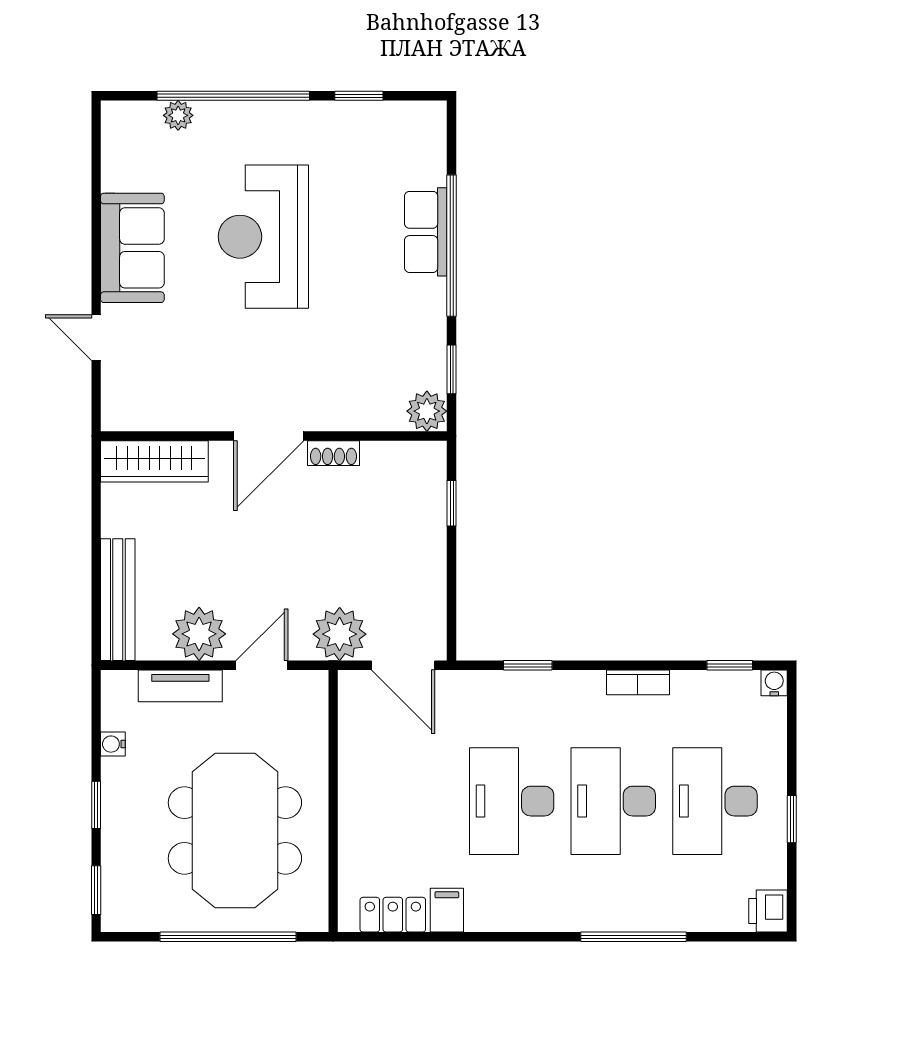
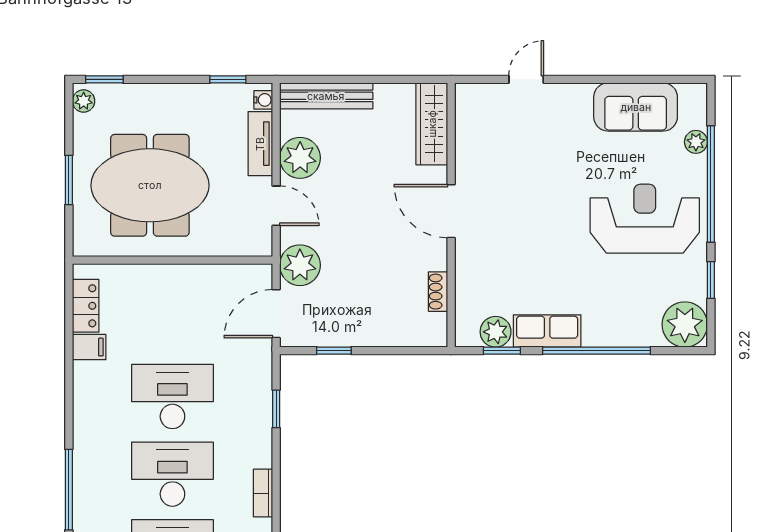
plant: (417, 130) -> (685, 325), added
row of seats: (426, 232) -> (547, 331), moved
reception desk: (263, 237) -> (645, 219), moved
sofa: (132, 248) -> (636, 107), moved
plant: (427, 411) -> (496, 332), moved
shoe rack: (333, 453) -> (438, 292), moved
window: (452, 503) -> (334, 351), moved
water cooler: (113, 744) -> (263, 100), moved, turned 90
window: (96, 805) -> (228, 79), moved
plant: (125, 917) -> (84, 101), added
window: (228, 937) -> (69, 180), width x0.47

